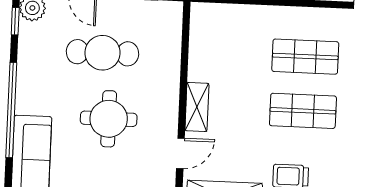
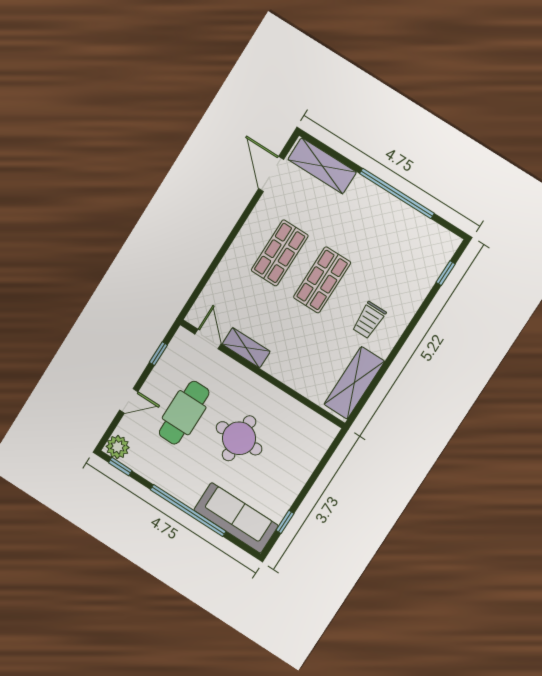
shelving: (197, 107) -> (246, 348), moved
door: (180, 153) -> (208, 339), moved

